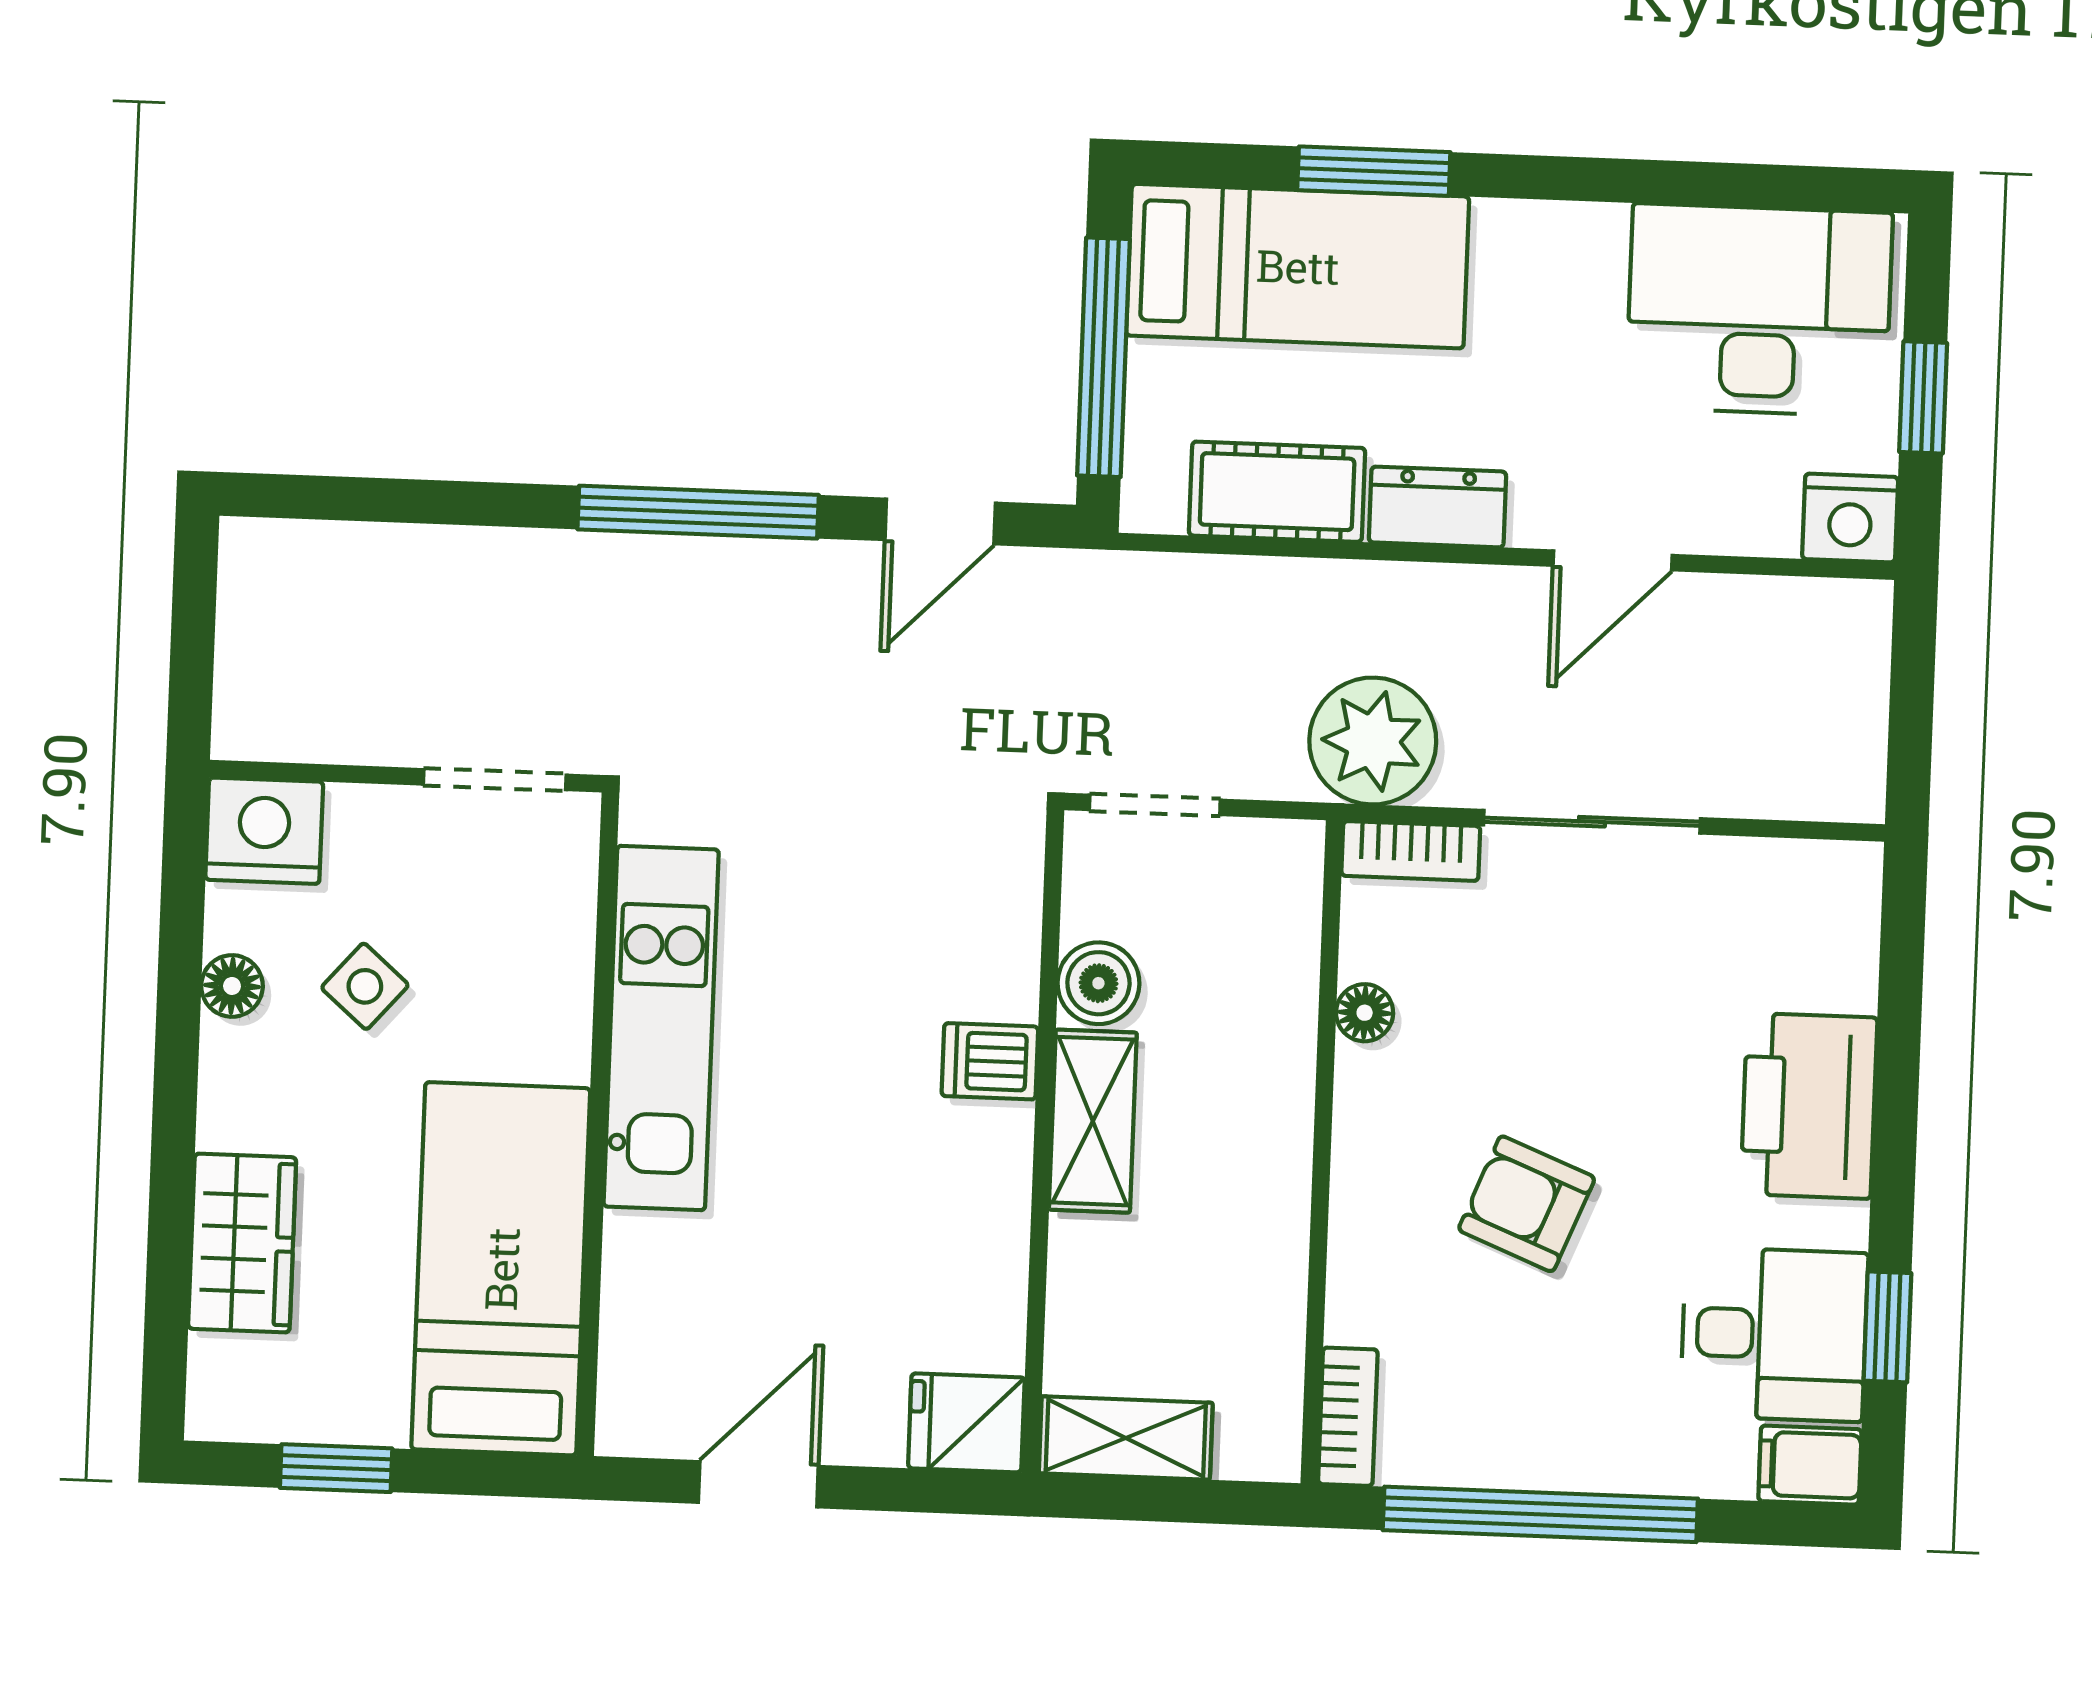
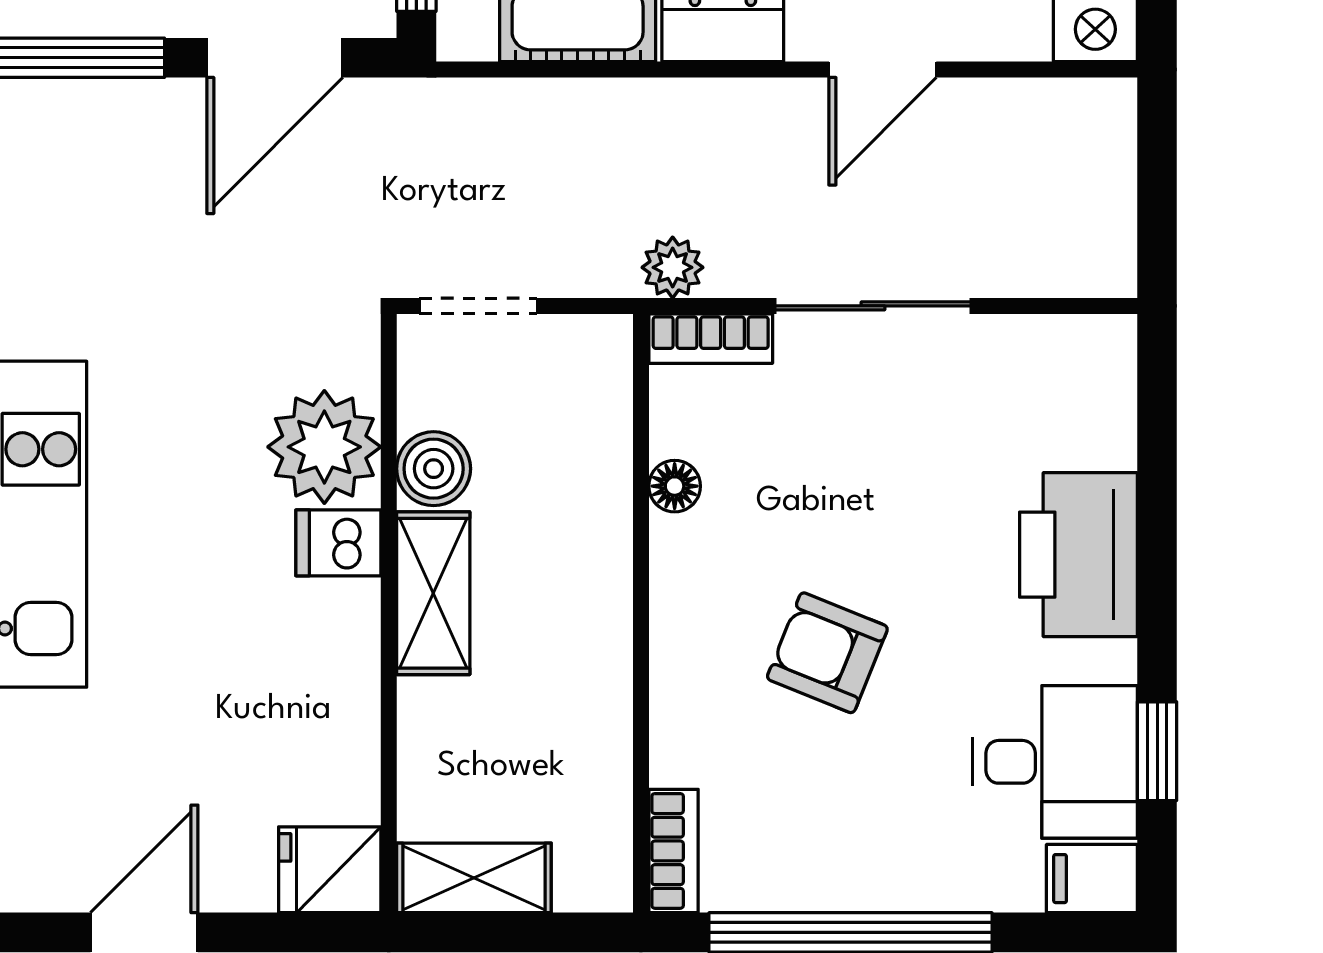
door: (940, 521) -> (275, 58), width x1.38
plant: (1373, 741) -> (673, 267), width x0.53, depth x0.53
plant: (978, 955) -> (324, 447), added

